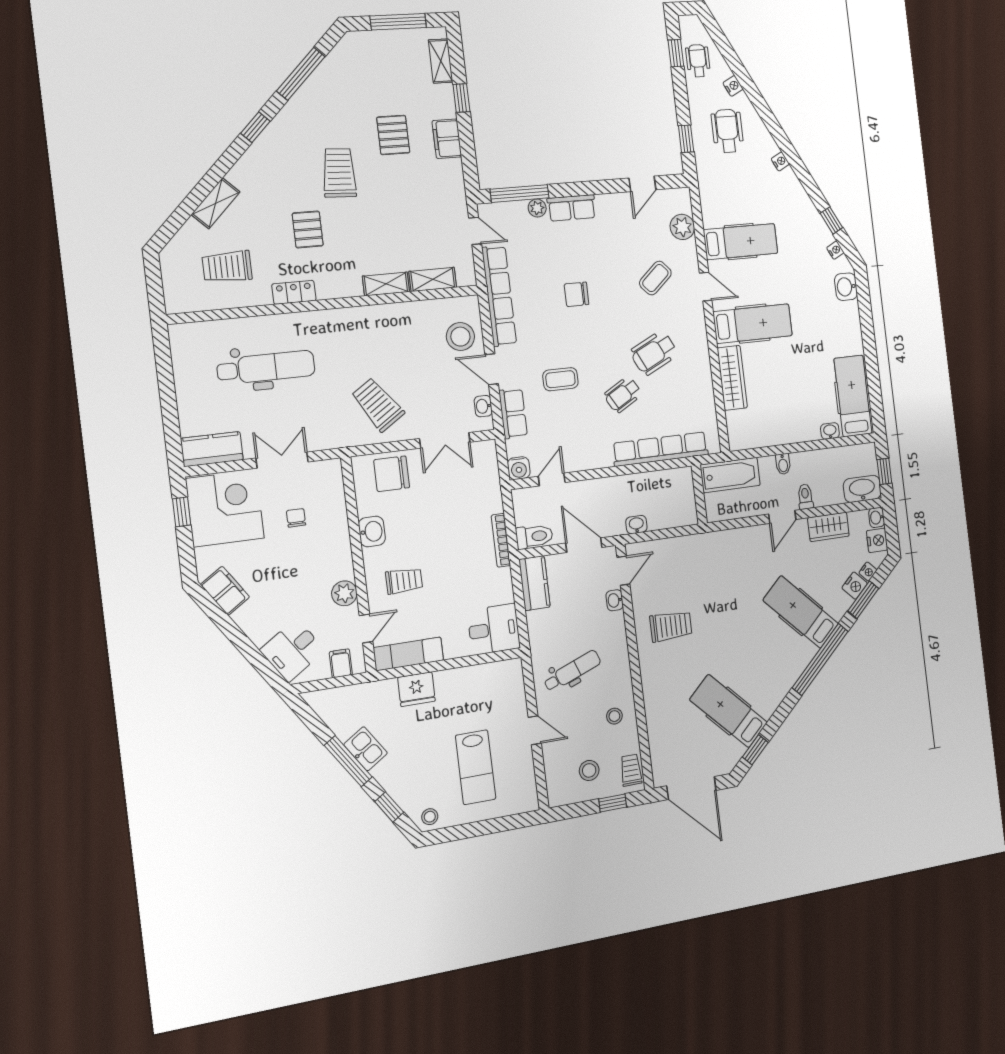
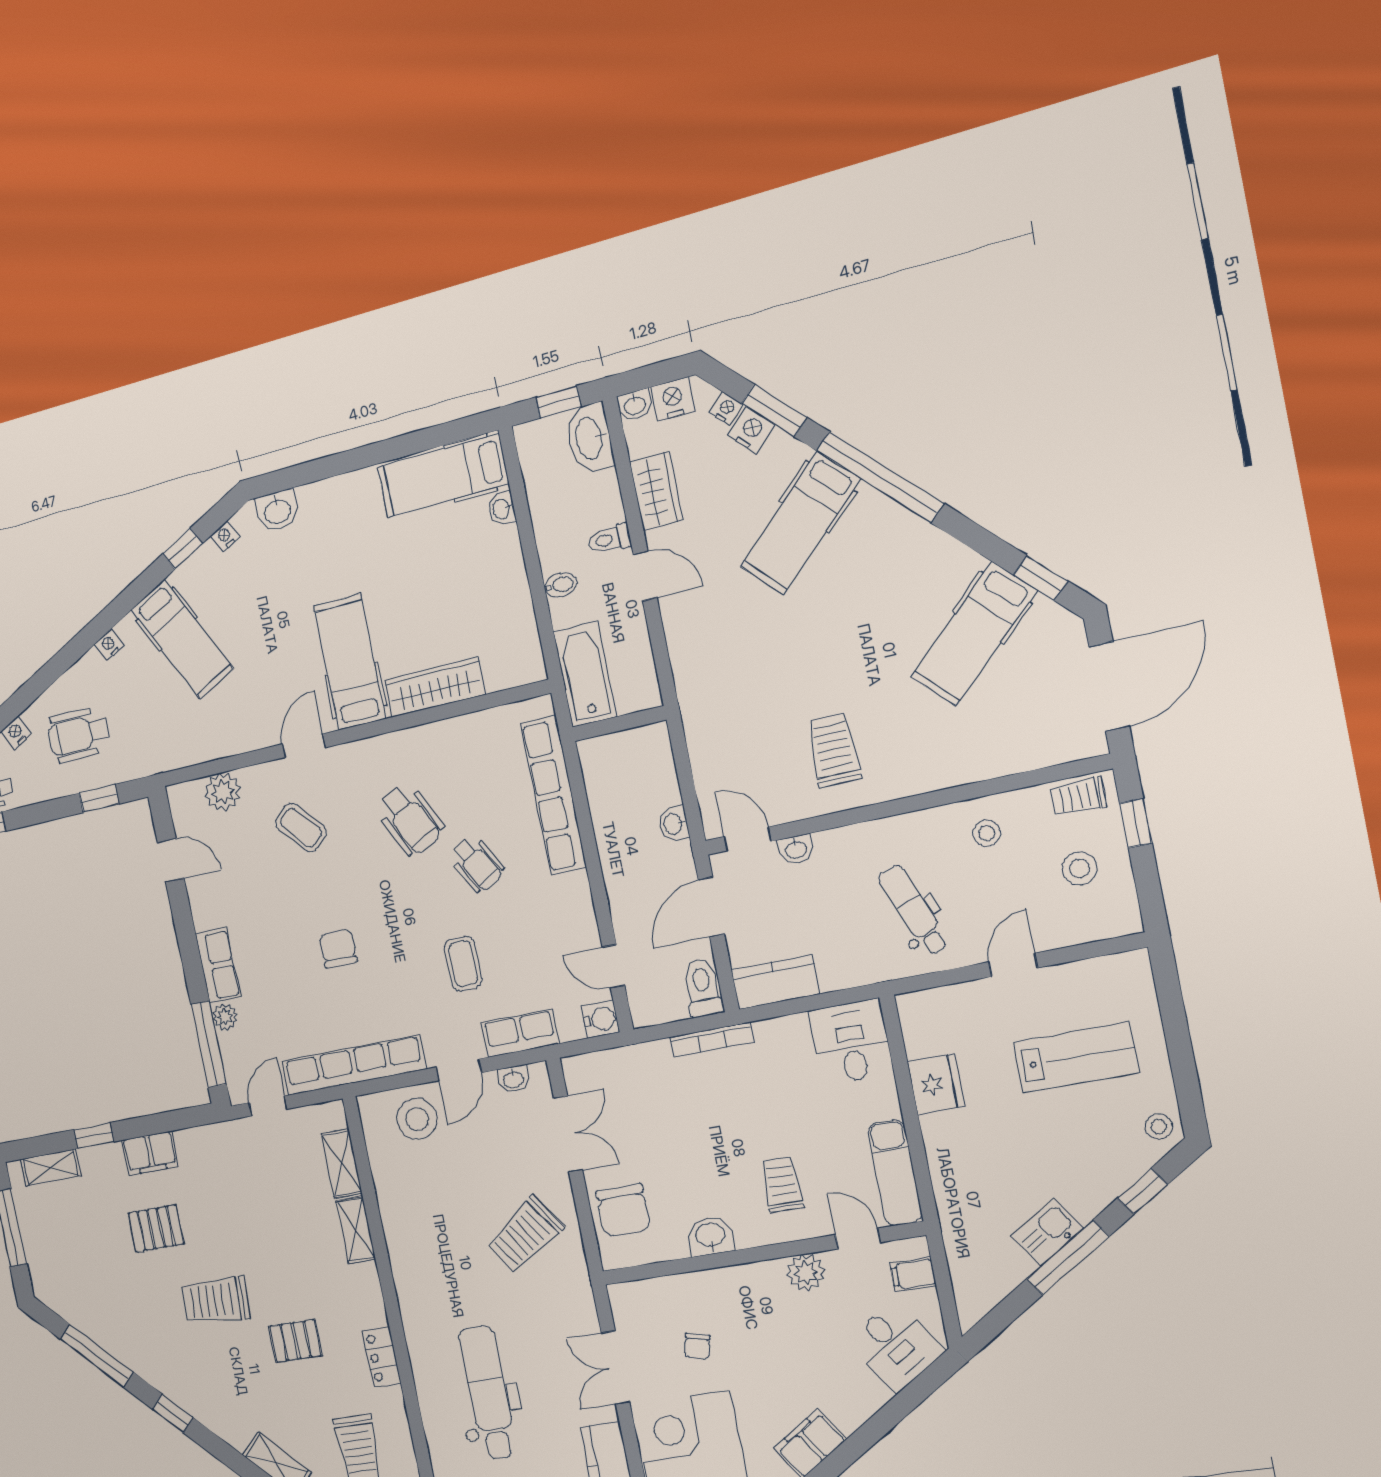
hospital bed: (741, 242) -> (182, 639), moved, turned 153
chair: (577, 294) -> (338, 948), turned 180
chair: (296, 518) -> (697, 1346), turned -76
fridge: (416, 689) -> (936, 1084), moved

